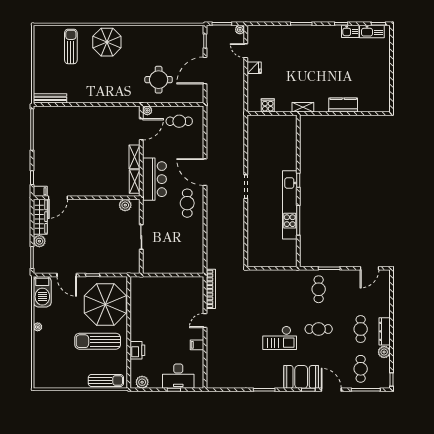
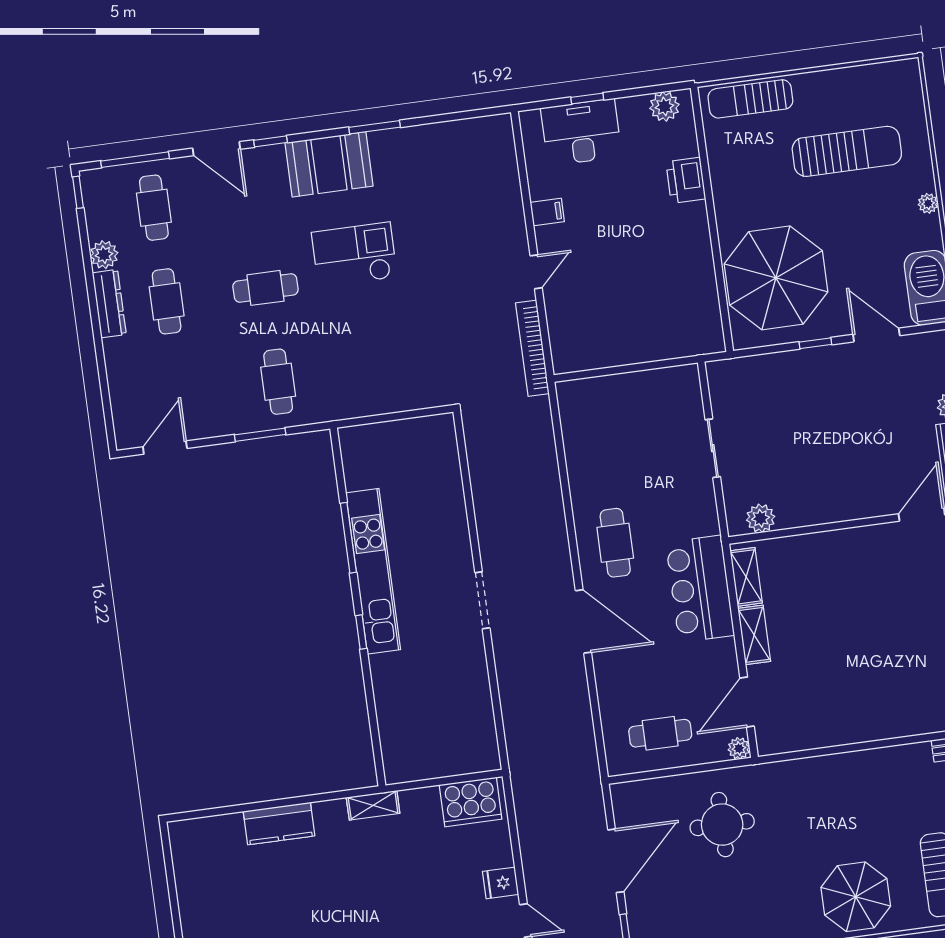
cooker: (268, 105) -> (471, 802), width x1.87, depth x1.31
sun lounger: (98, 341) -> (847, 151), moved
booth: (301, 377) -> (329, 164), moved

